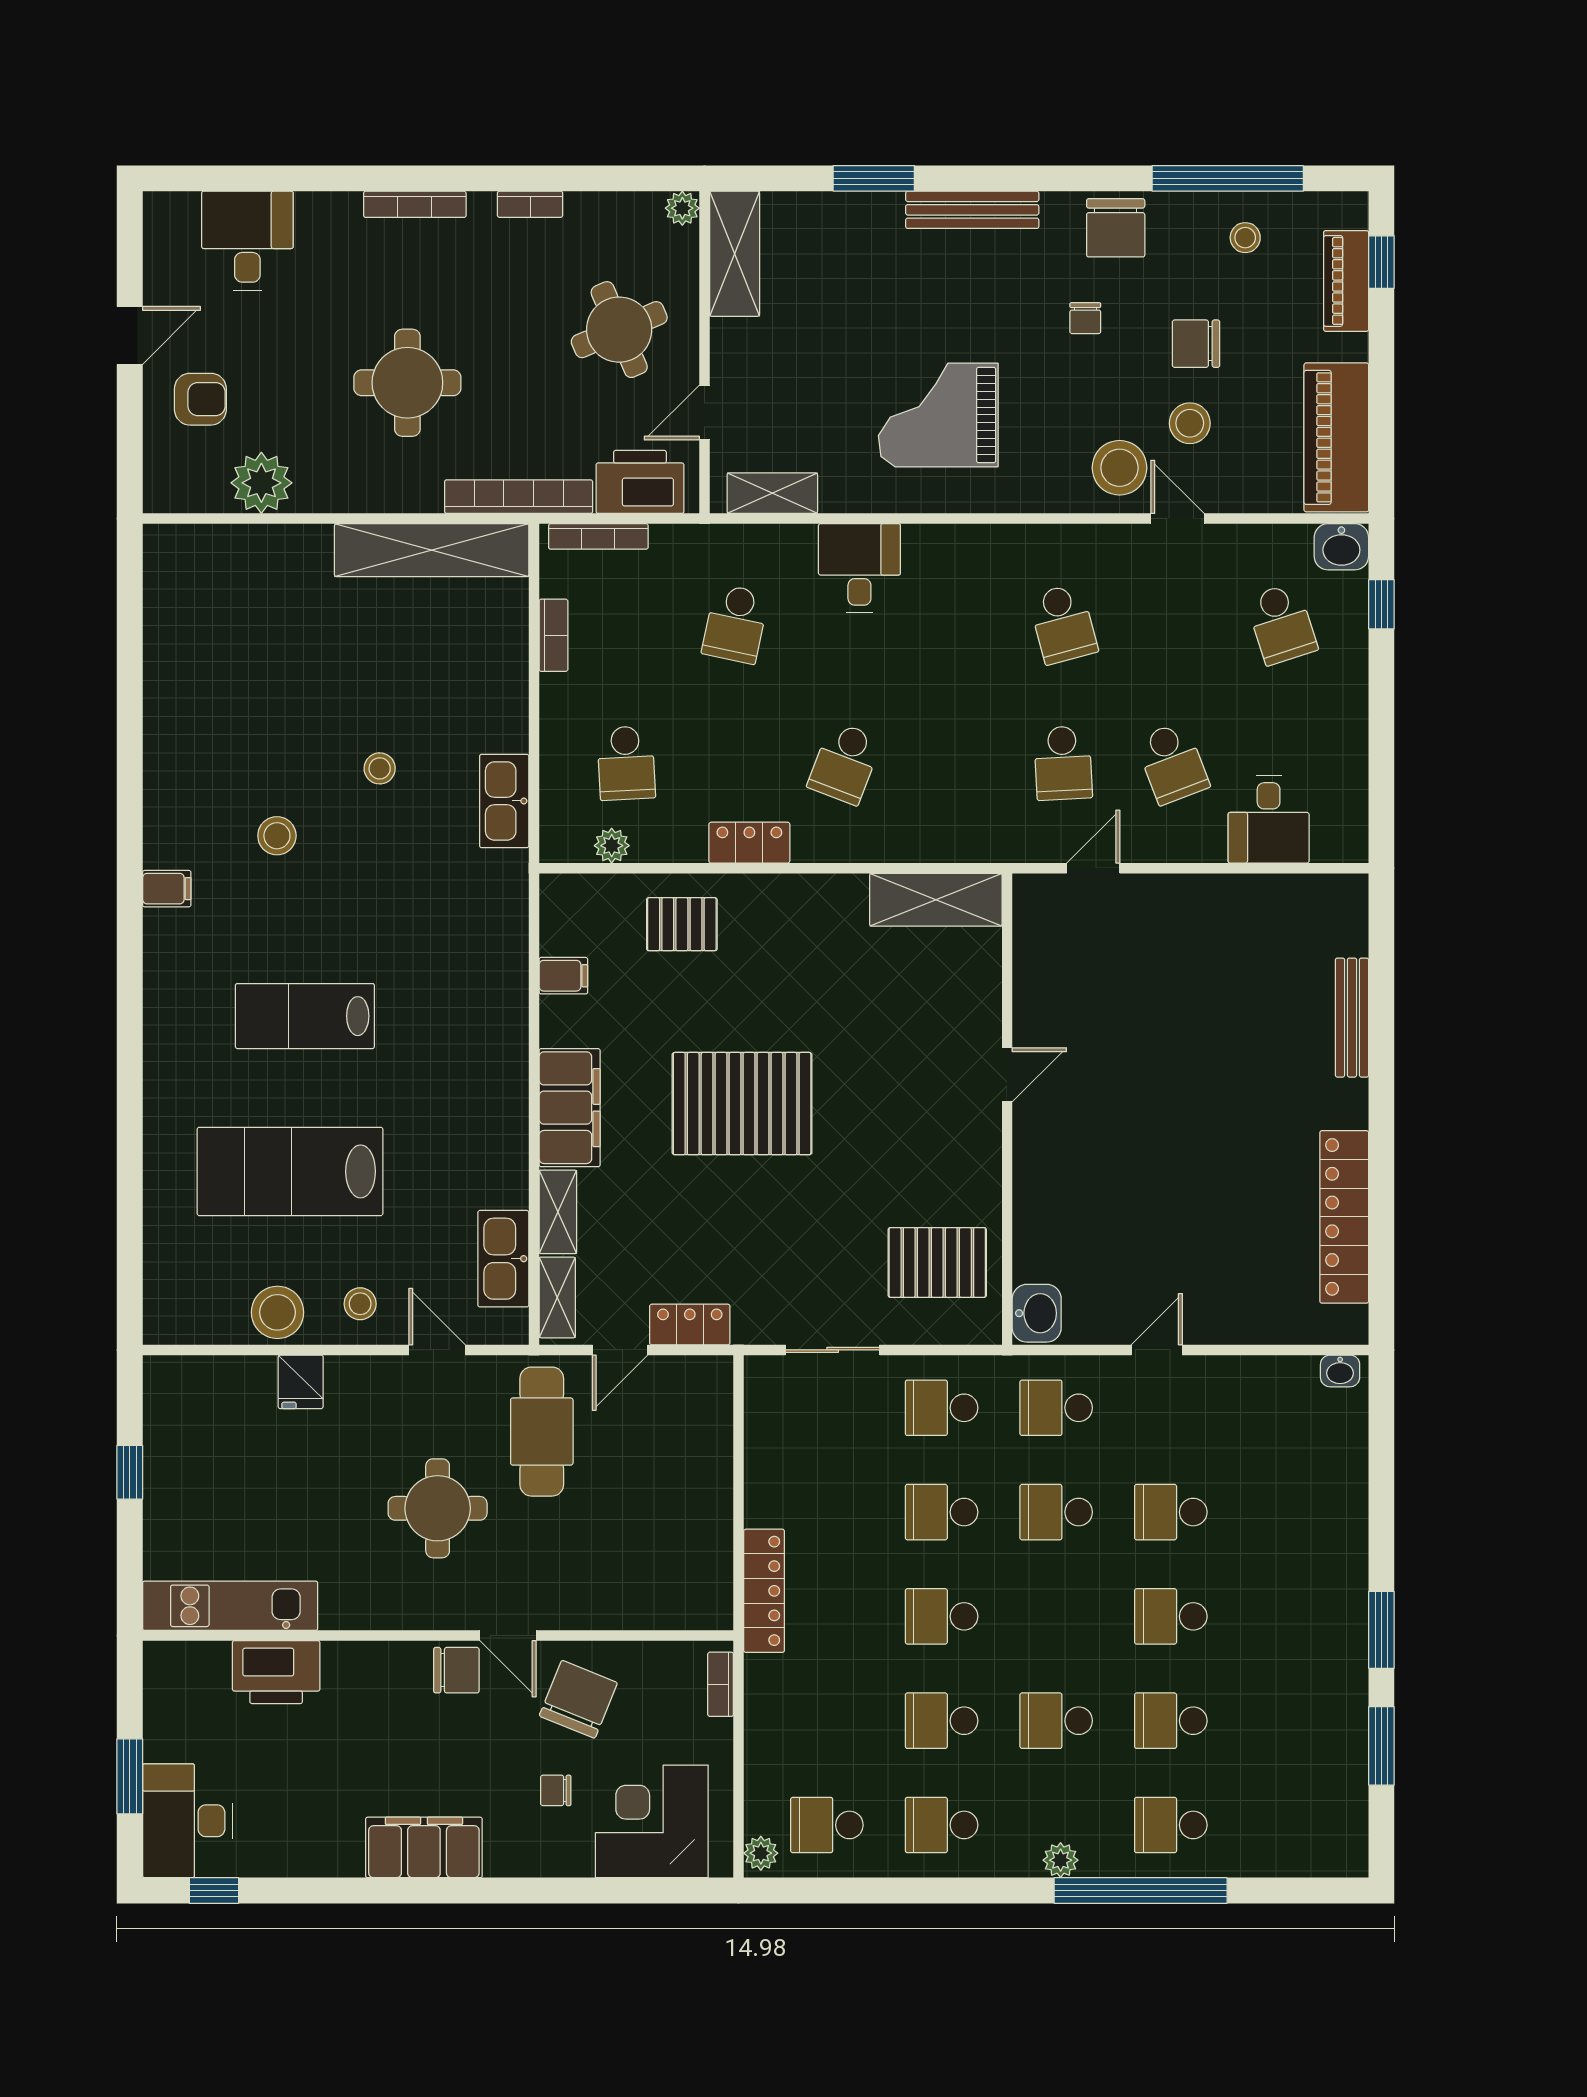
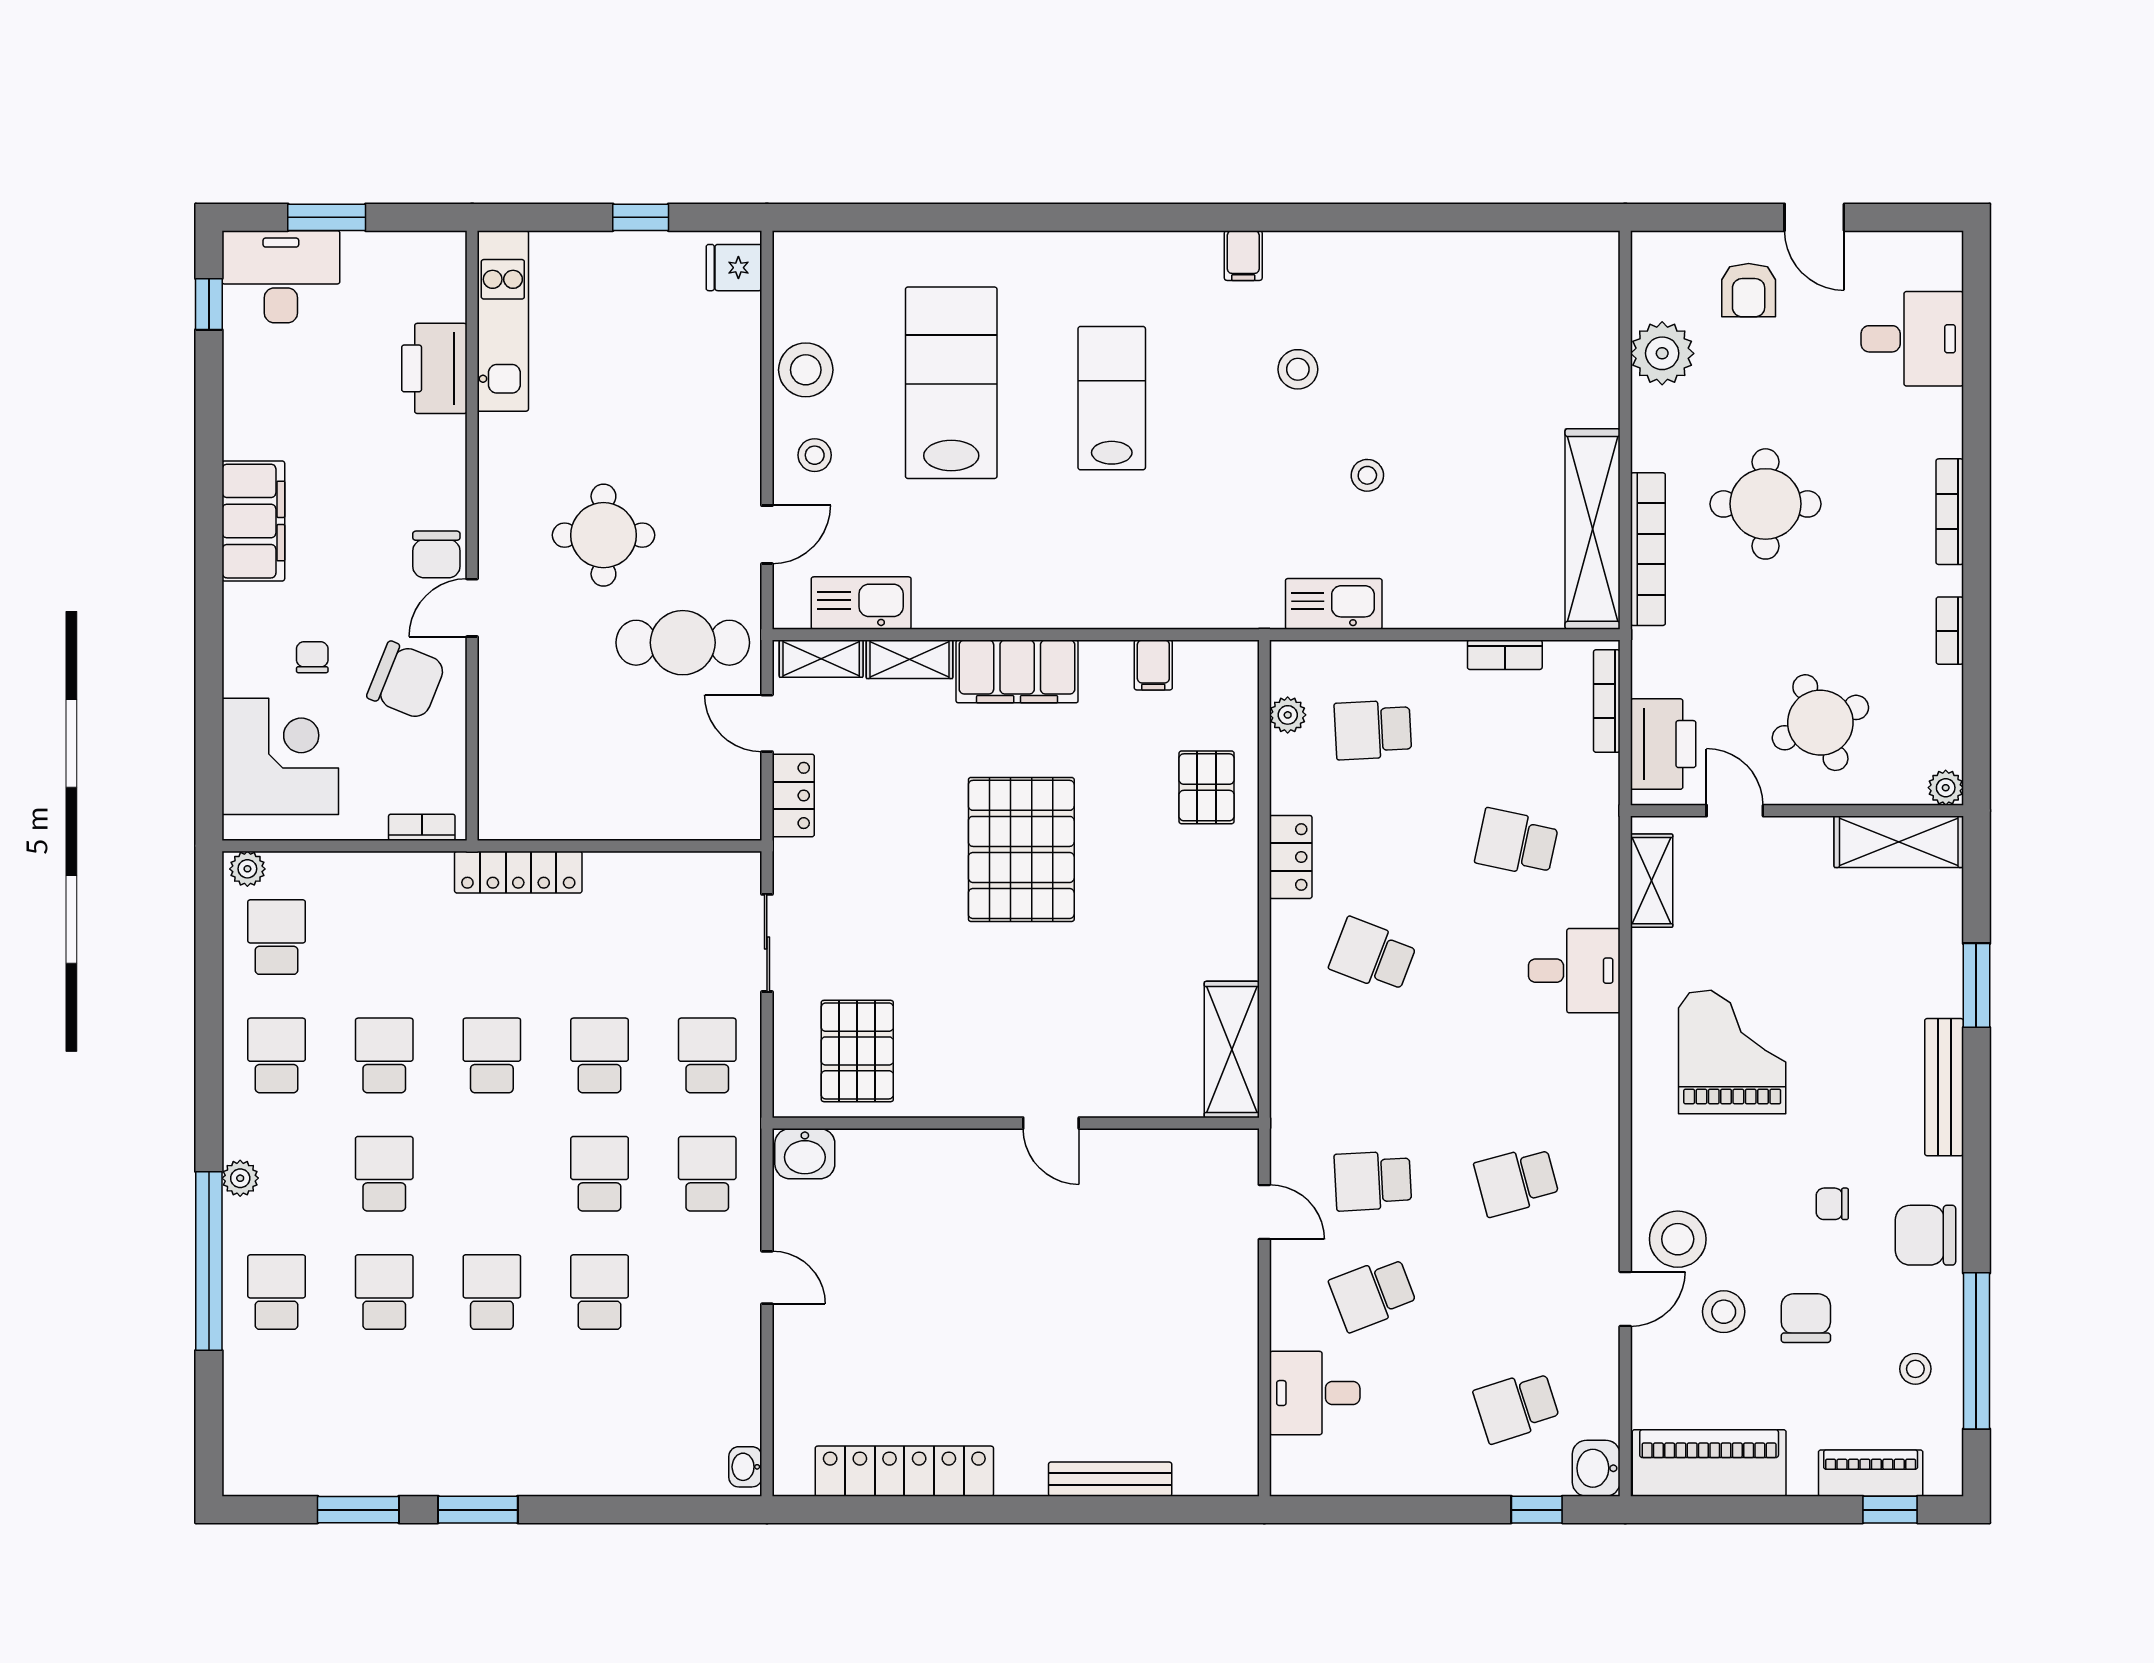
bookcase: (519, 497) -> (1648, 549), moved
fridge: (301, 1382) -> (734, 268), moved

